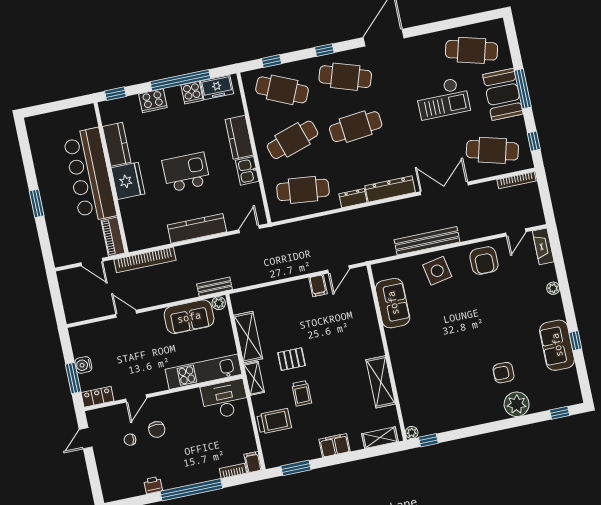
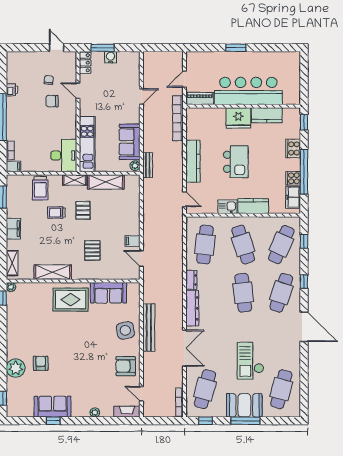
pallet: (341, 336) -> (92, 250), added
rug: (412, 351) -> (71, 300), added

